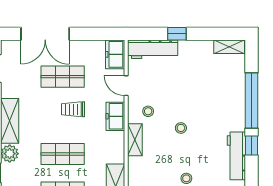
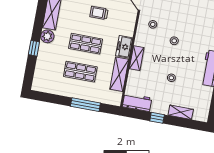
freezer: (115, 116) -> (124, 47), moved
shelving: (135, 140) -> (137, 58), moved

